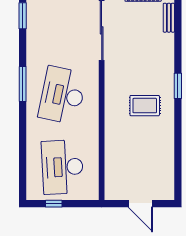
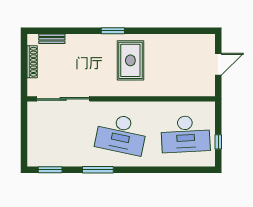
window: (23, 84) -> (98, 170), moved
rug: (145, 106) -> (130, 60), width x1.36, depth x1.43

